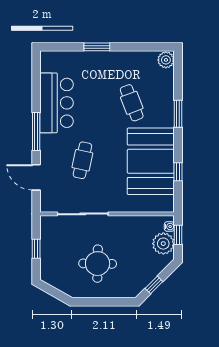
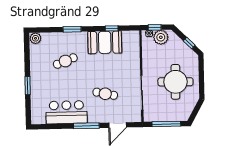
booth: (151, 161) -> (105, 42), width x0.73, depth x0.70
window: (36, 249) -> (166, 124), width x2.17
round table: (98, 264) -> (175, 82), width x1.36, depth x1.36

